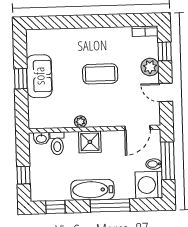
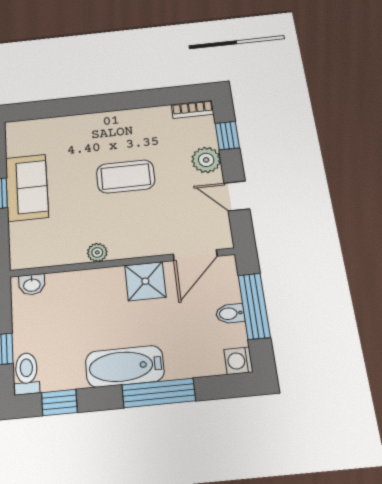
shower: (90, 142) -> (145, 281), moved
toilet: (57, 143) -> (27, 373), moved, turned 180
washing machine: (149, 185) -> (238, 361), width x0.53, depth x0.53

